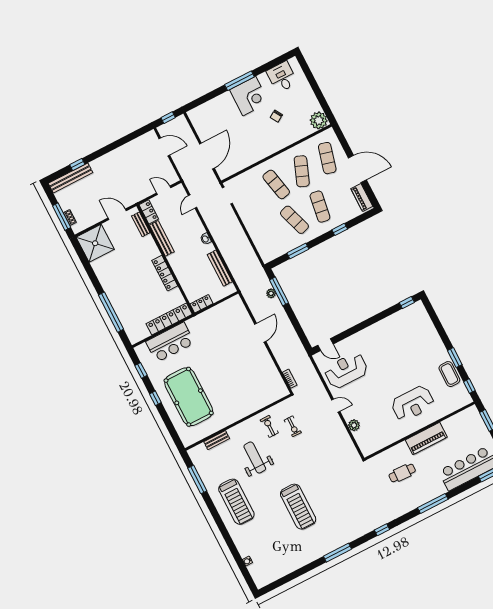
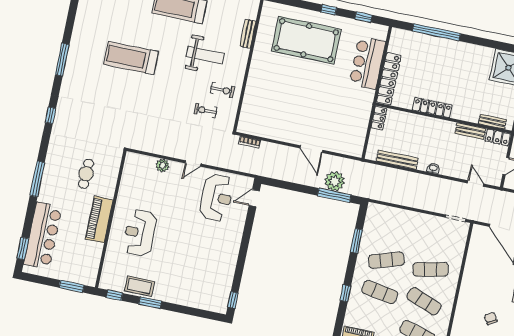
bench: (162, 238) -> (470, 131), width x0.73
plant: (271, 293) -> (335, 181), width x1.88, depth x1.88

